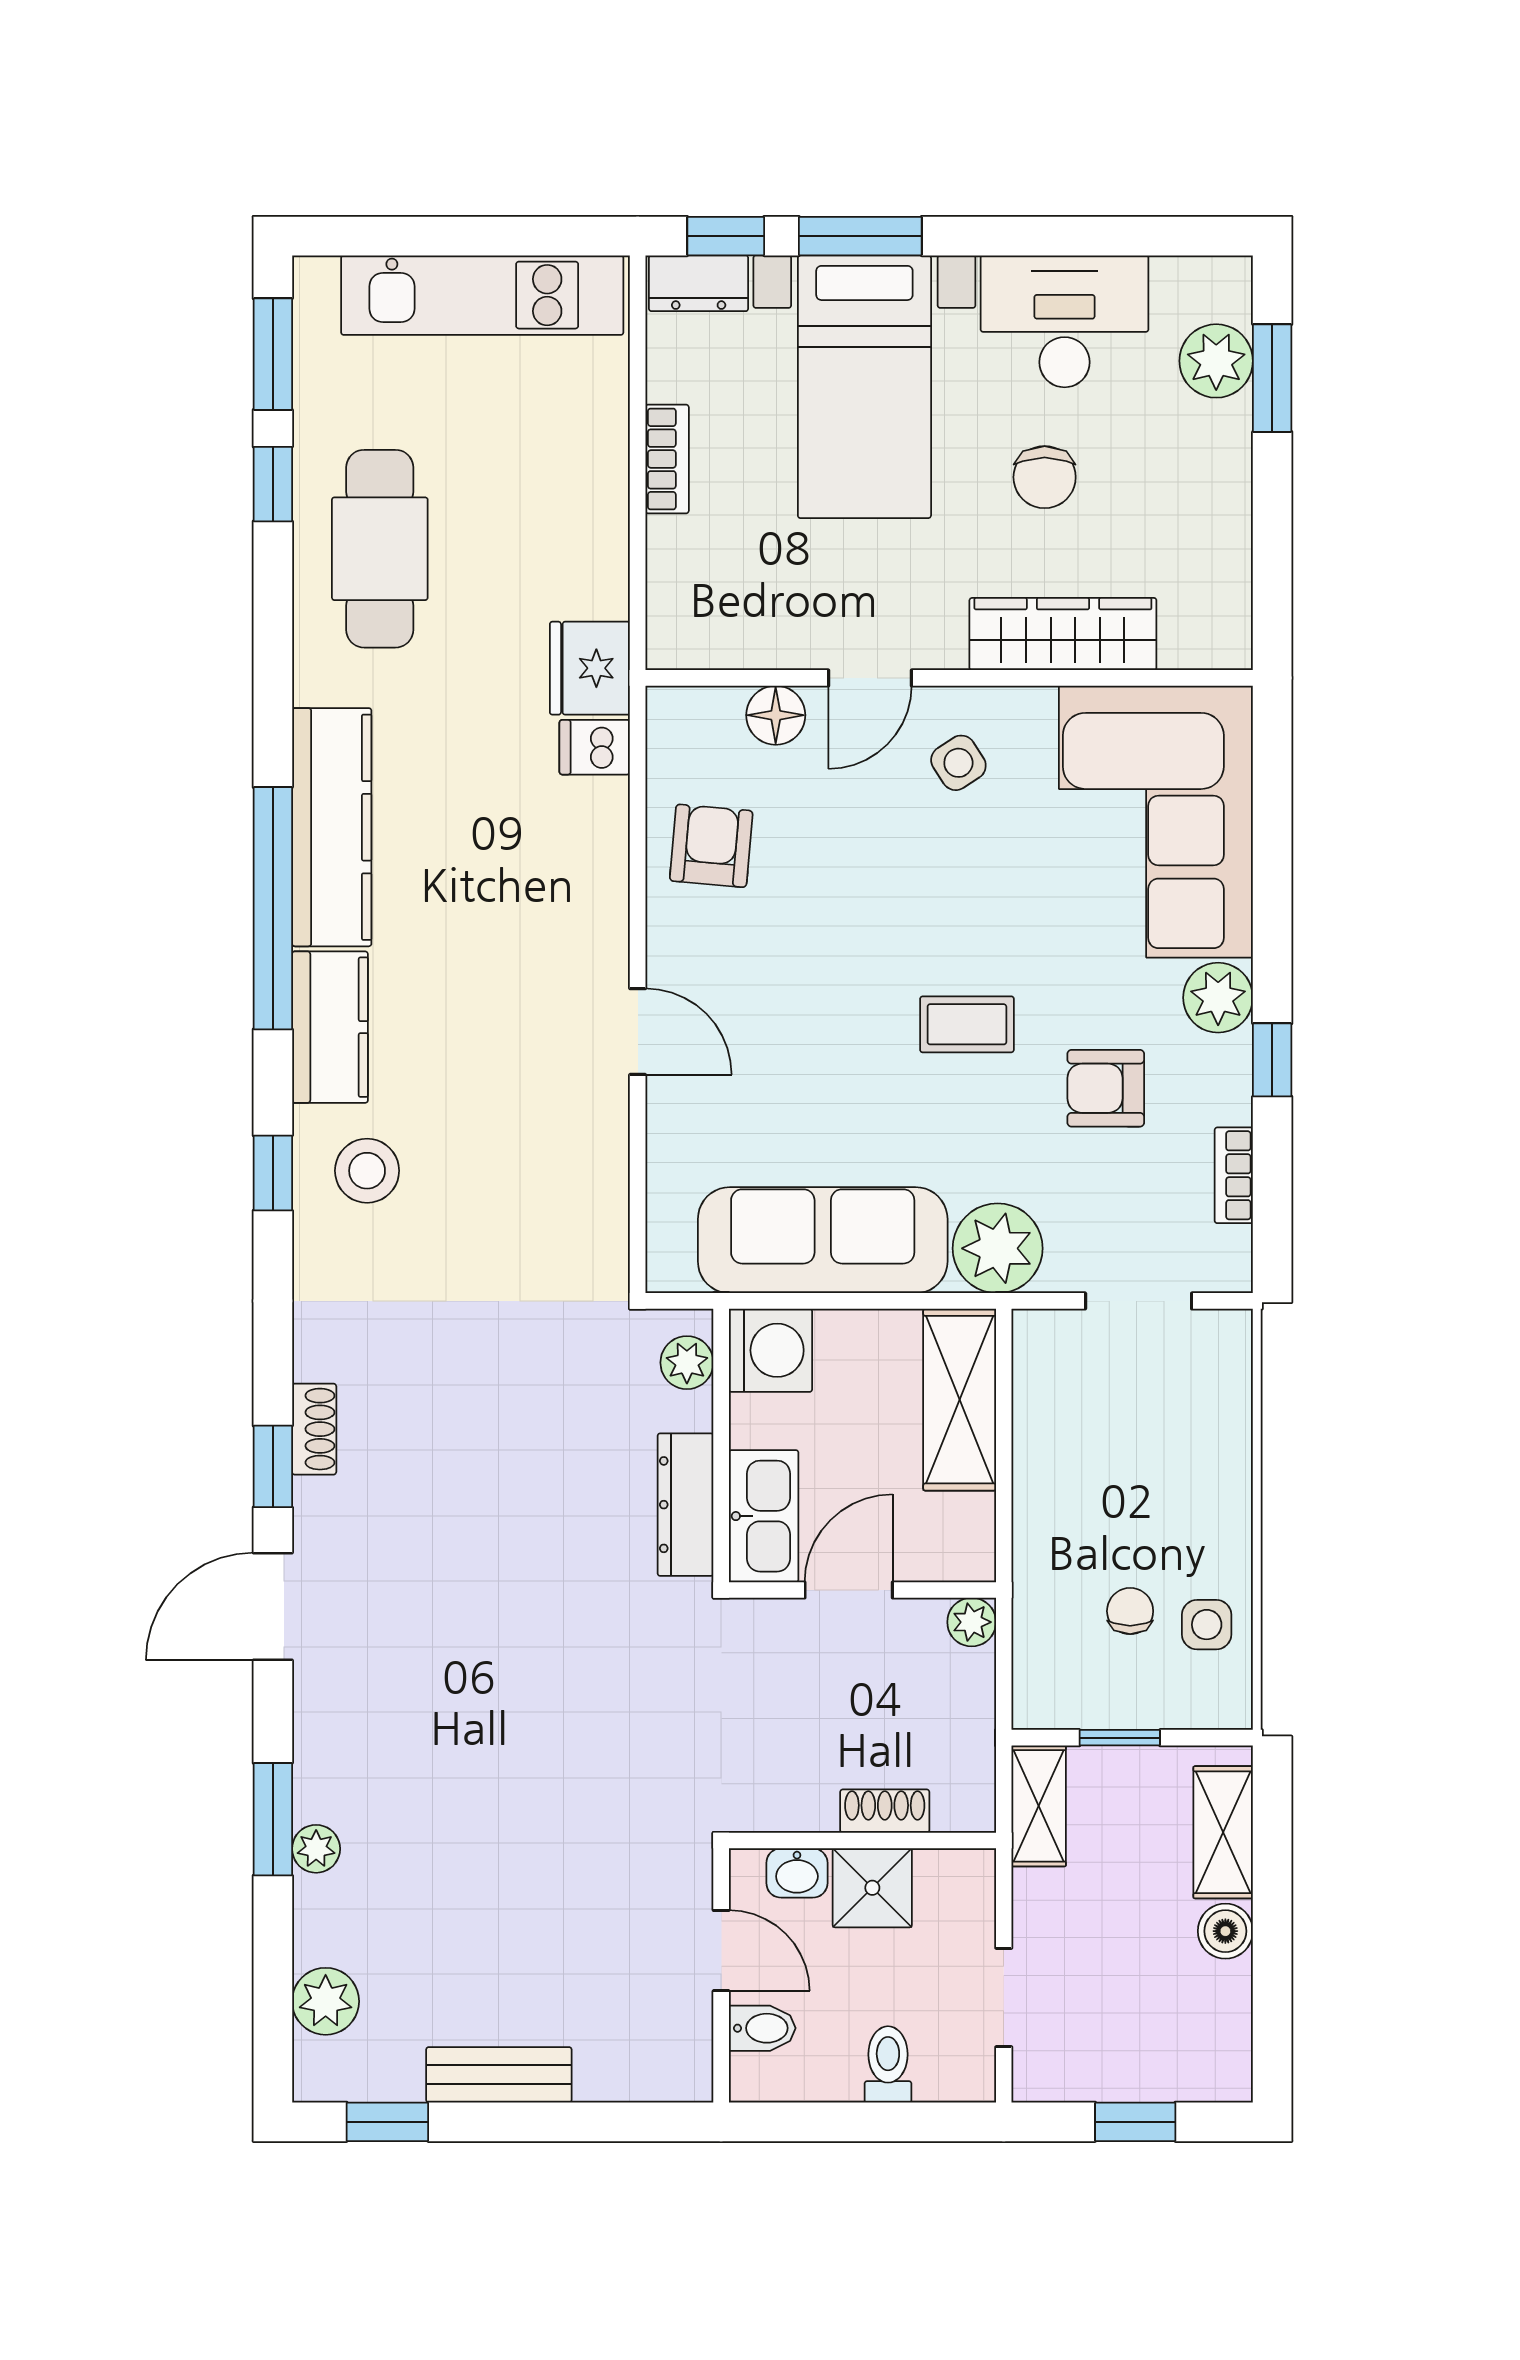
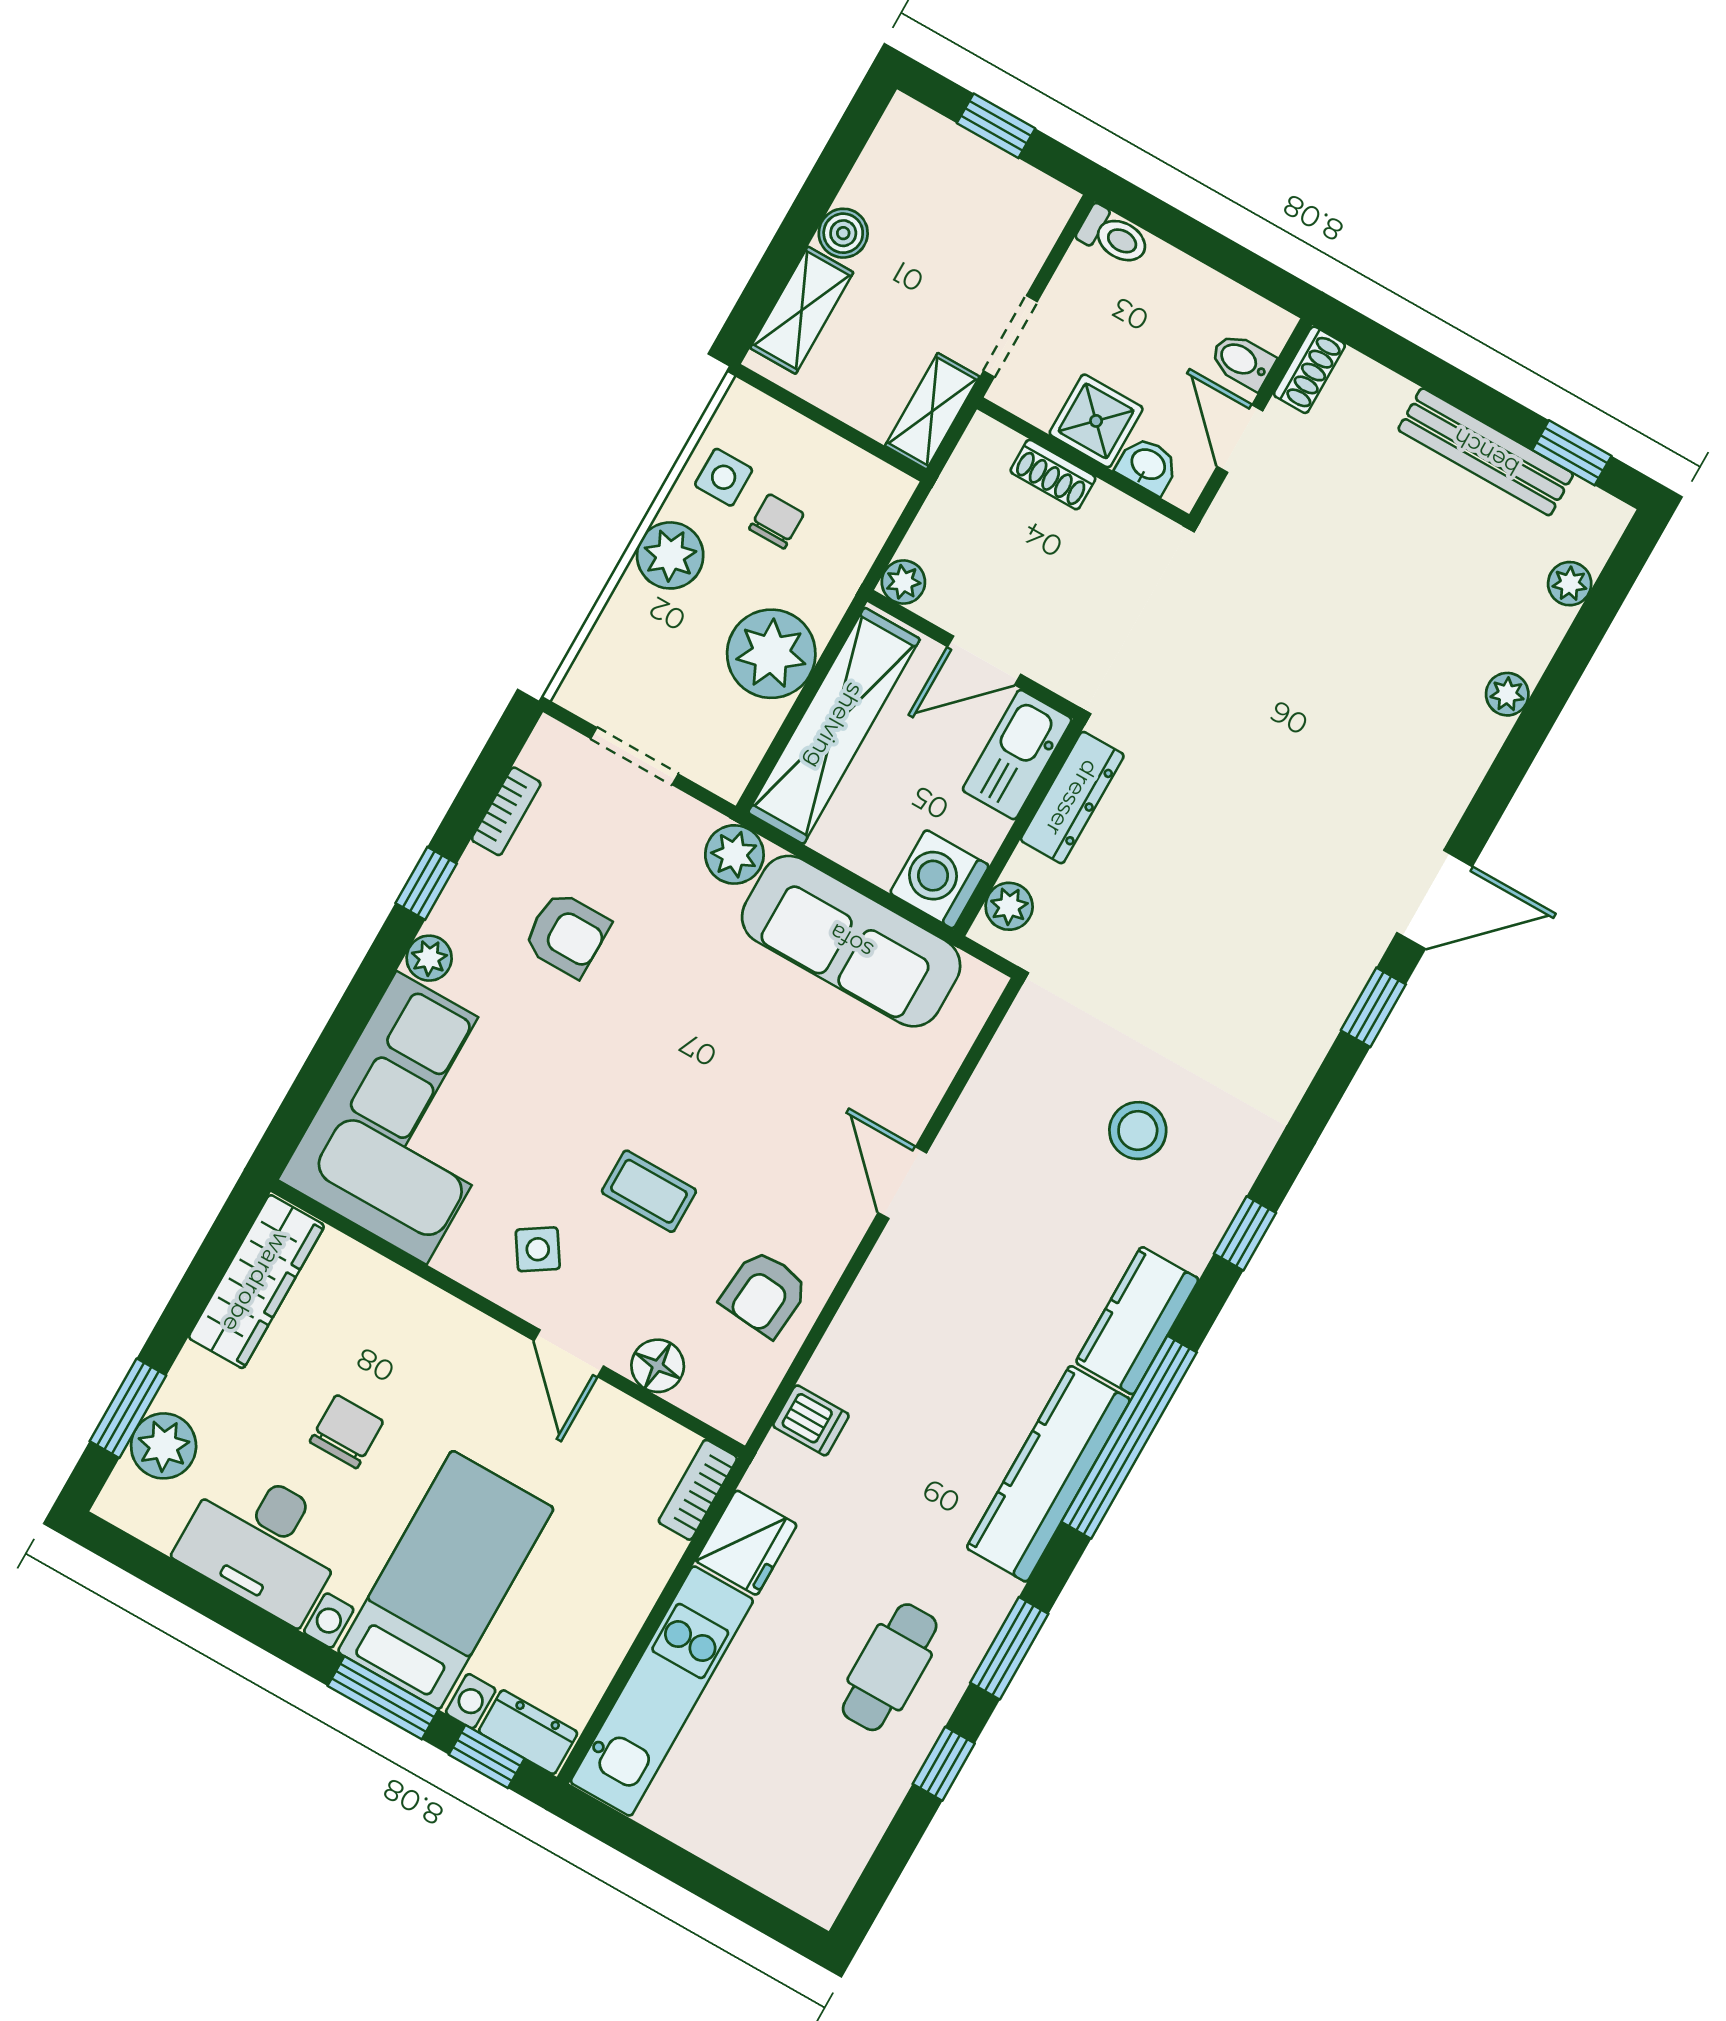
kitchen unit: (482, 295) -> (662, 1691), moved, turned 90
window: (273, 354) -> (1009, 1648), moved
bookcase: (667, 459) -> (698, 1490), moved
cafe table: (380, 549) -> (890, 1667), width x0.73, depth x0.74
wardrobe: (1063, 634) -> (256, 1282), moved, turned -90
fridge: (590, 668) -> (746, 1543), moved
door: (870, 678) -> (569, 1353), swing flipped
plant: (1218, 998) -> (429, 958), width x0.73, depth x0.73
coffee table: (967, 1024) -> (649, 1191), moved
stool: (367, 1171) -> (1138, 1131), moved
plant: (998, 1248) -> (734, 854), width x0.73, depth x0.73
shelving: (960, 1400) -> (834, 726), width x1.47
shoe rack: (314, 1429) -> (1309, 370), moved, turned 180
plant: (1061, 1478) -> (771, 654), added
plant: (1216, 1518) -> (670, 555), added
chair: (1130, 1611) -> (777, 521), turned 180
window: (1120, 1738) -> (840, 428), removed
window: (273, 1819) -> (1528, 736), removed
doorway: (1004, 1998) -> (1010, 336), moved
plant: (326, 2001) -> (1570, 584), width x0.73, depth x0.73
toilet: (888, 2064) -> (1114, 236), moved, turned -90
bench: (499, 2075) -> (1486, 452), width x1.36

